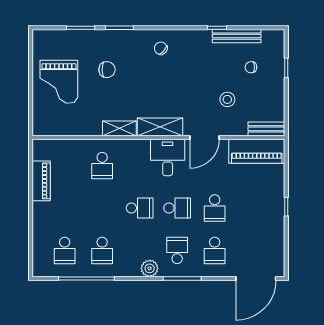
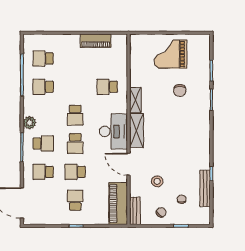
chair: (161, 48) -> (161, 212), moved
desk: (168, 157) -> (113, 131), width x1.37
school desk: (252, 208) -> (75, 200), added

